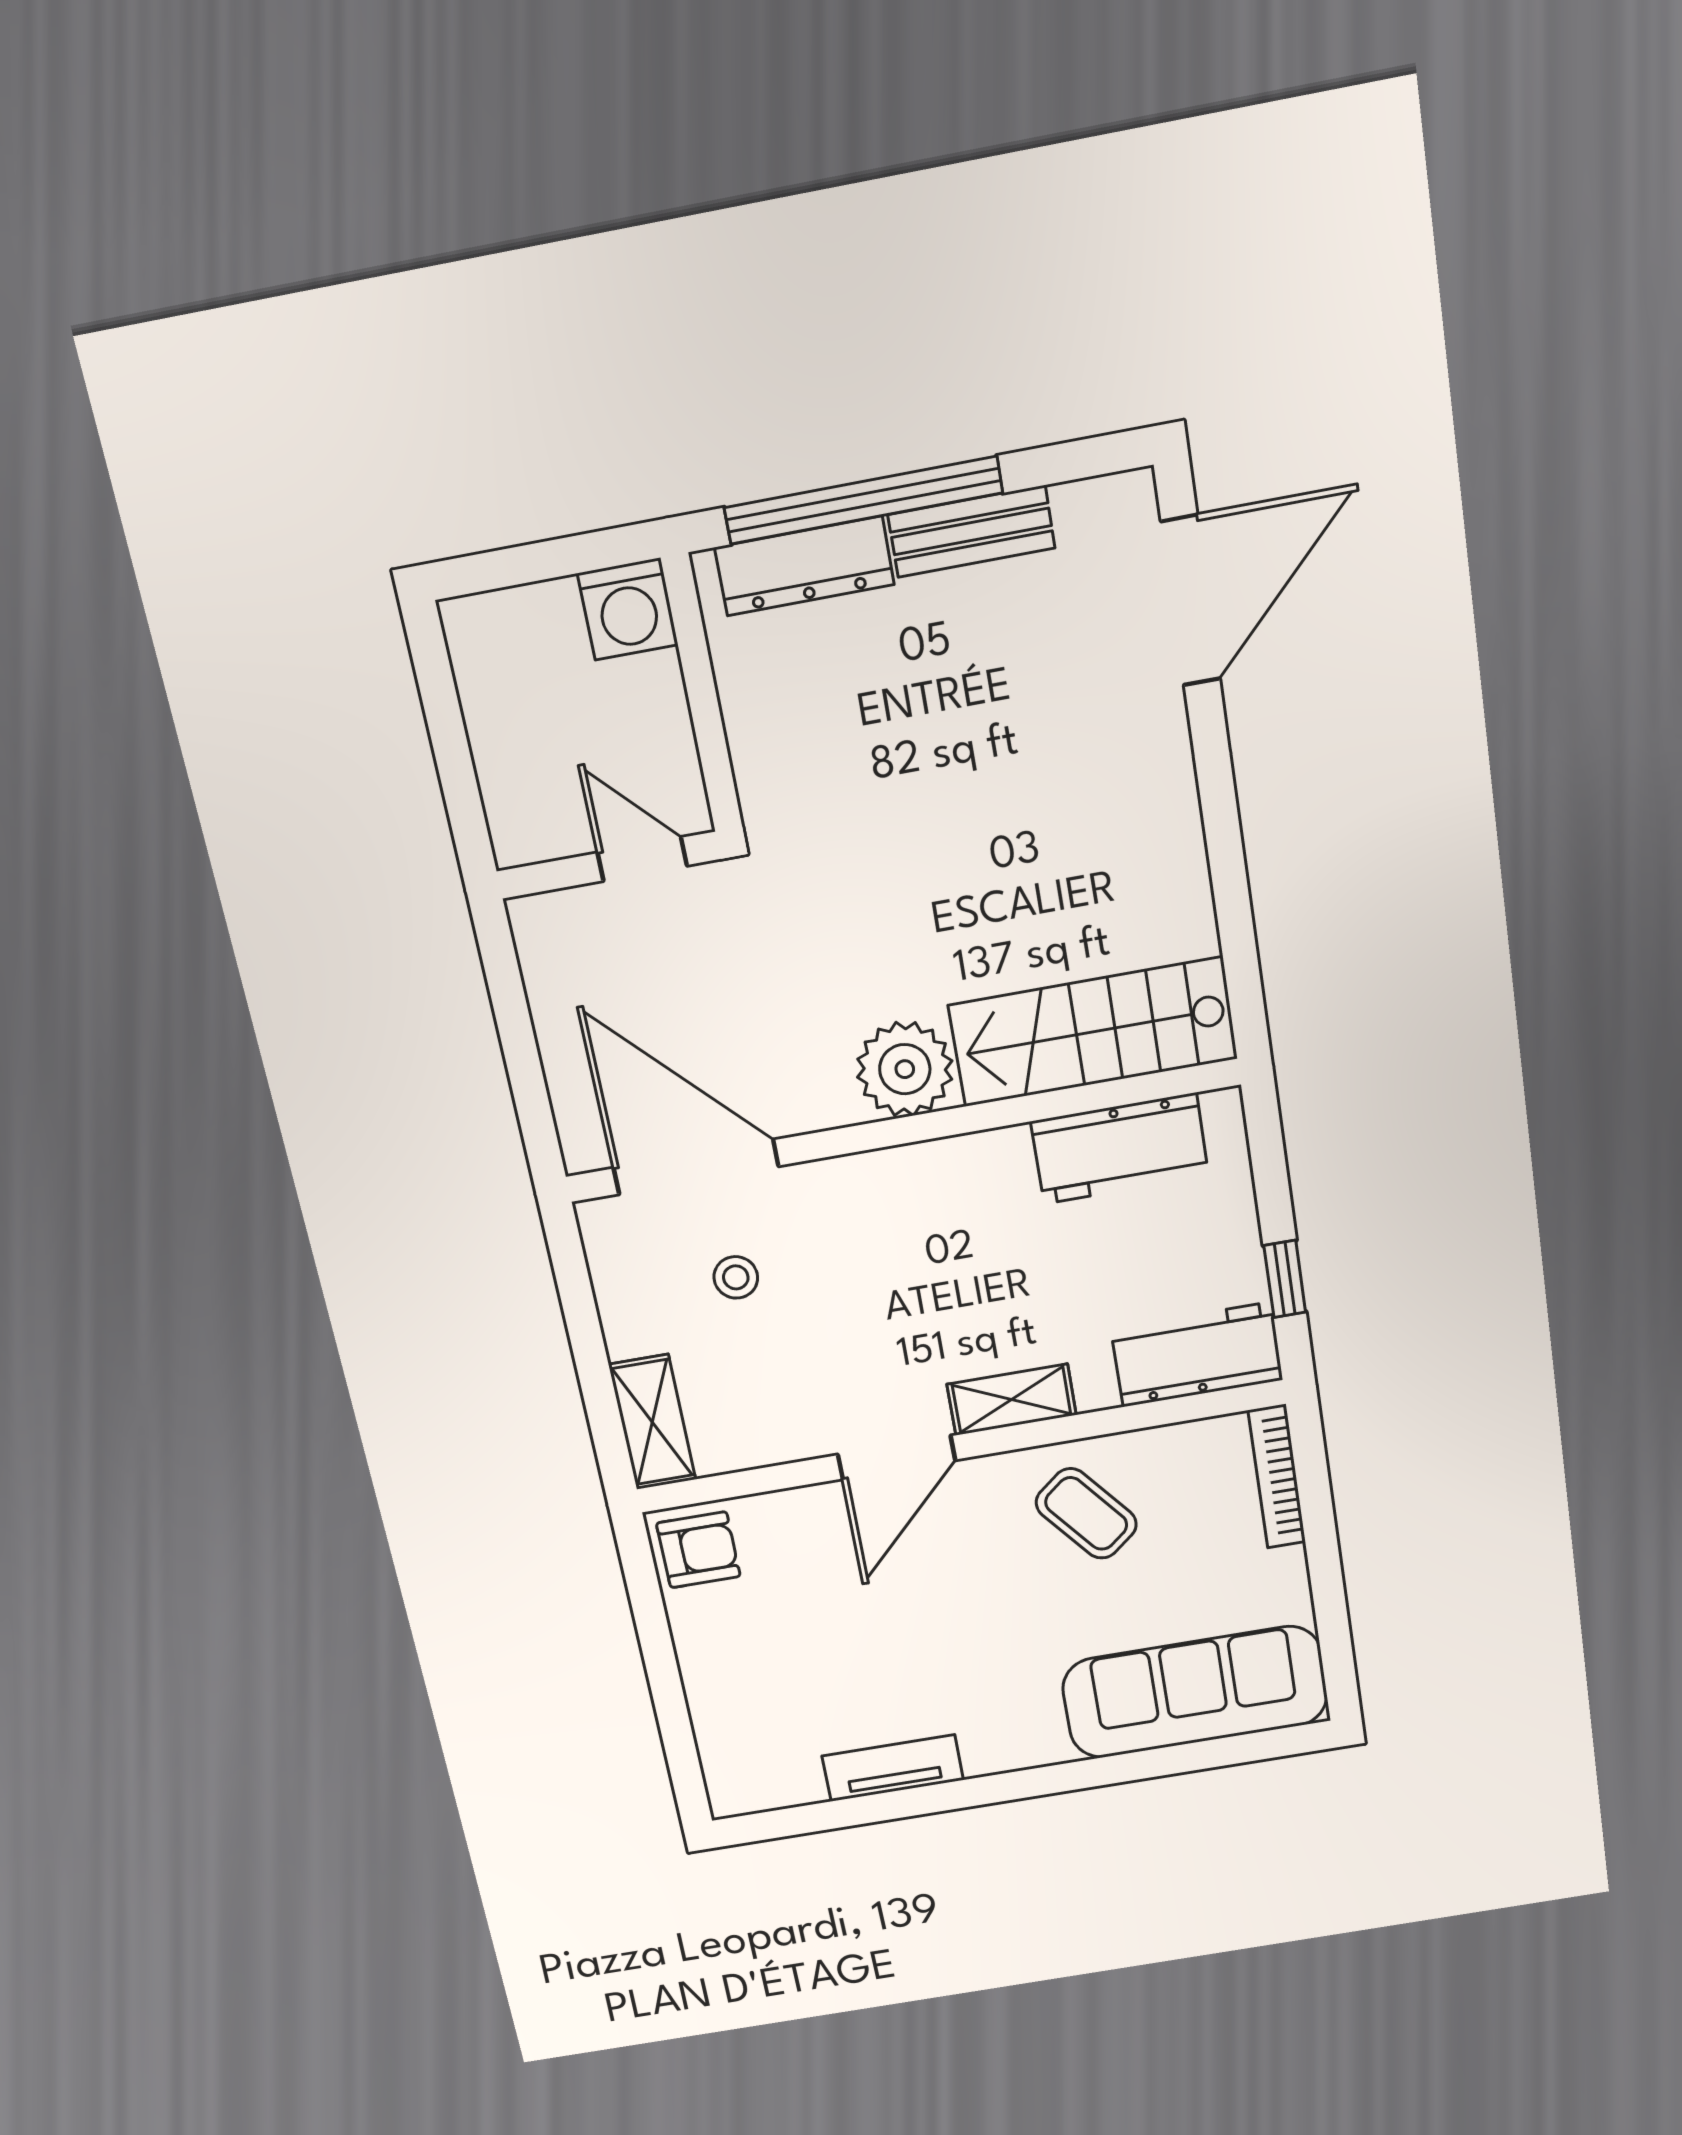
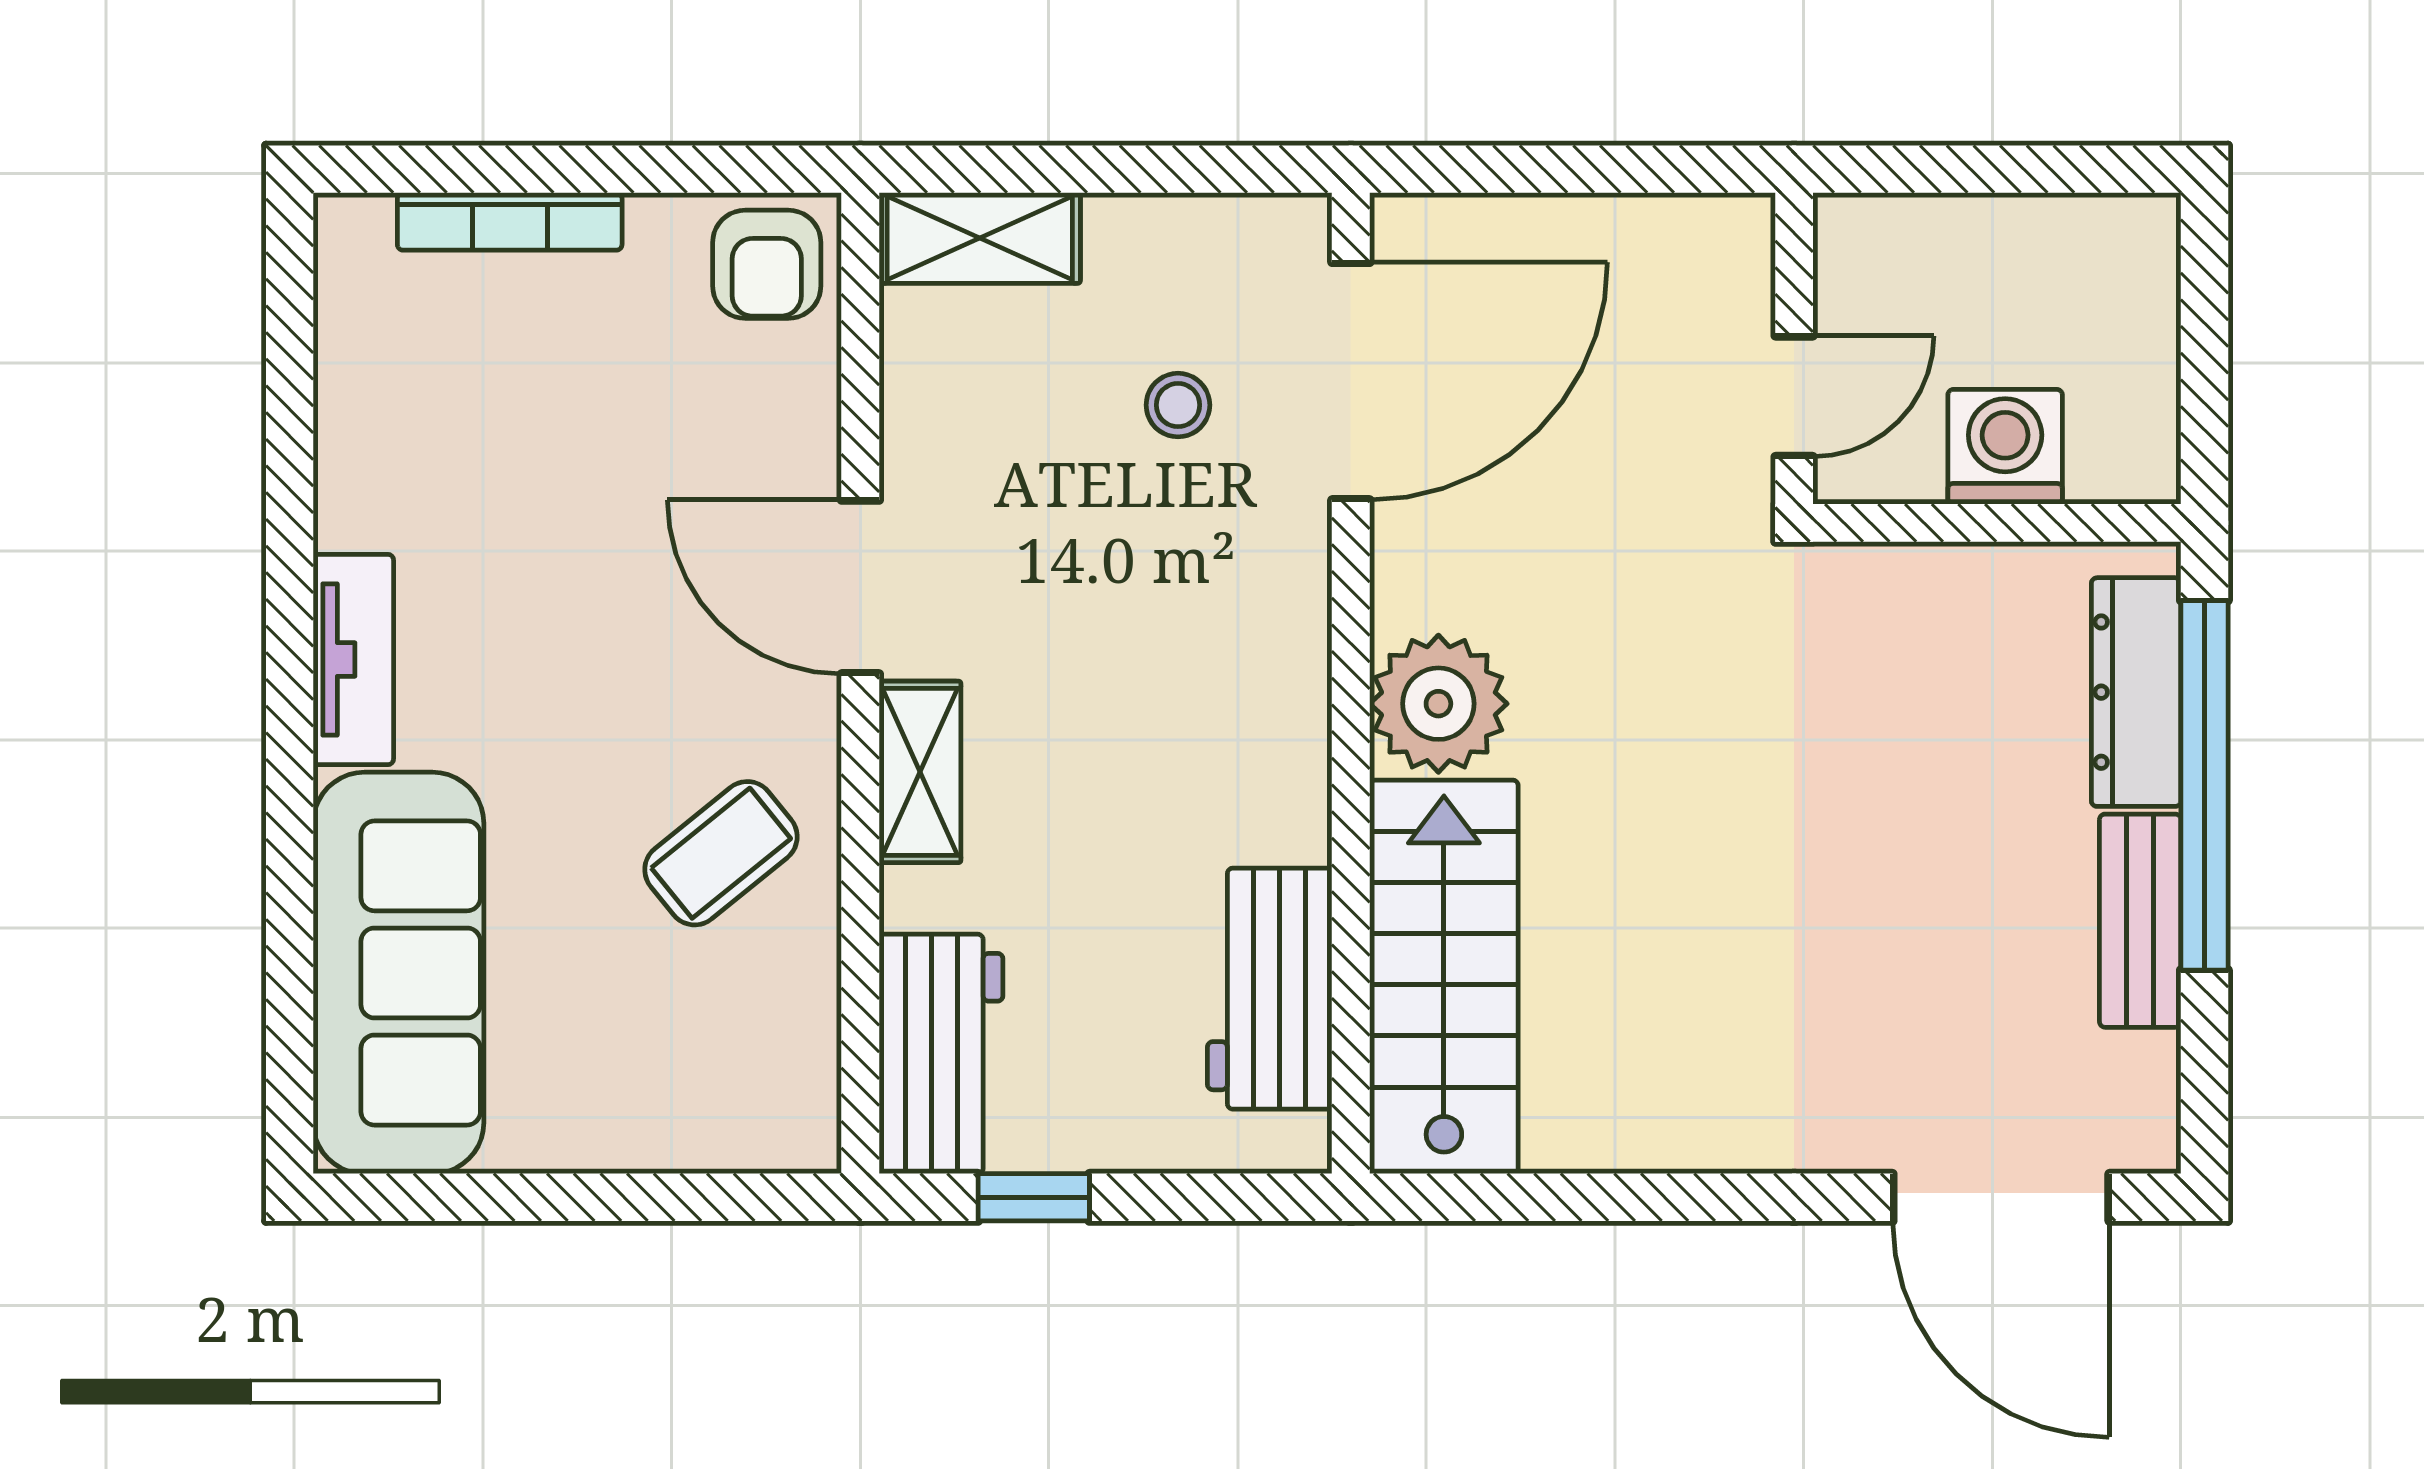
washing machine: (628, 609) -> (2005, 447), moved, turned 90
bookcase: (1277, 1477) -> (510, 221), moved, turned 180
tv unit: (893, 1768) -> (353, 660), moved

